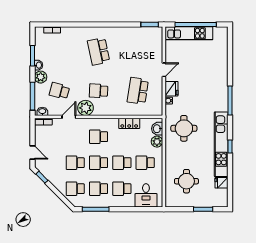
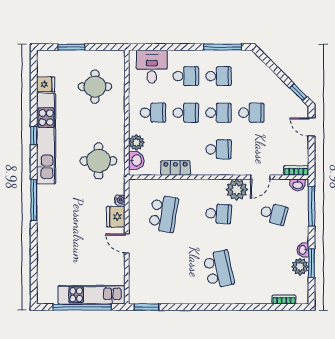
door: (164, 70) -> (127, 243), hinge flipped
plant: (41, 77) -> (300, 267), moved
school desk: (75, 189) -> (251, 76), removed

